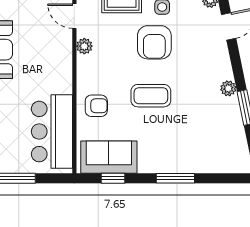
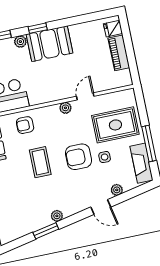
armchair: (96, 106) -> (25, 125), turned 90

